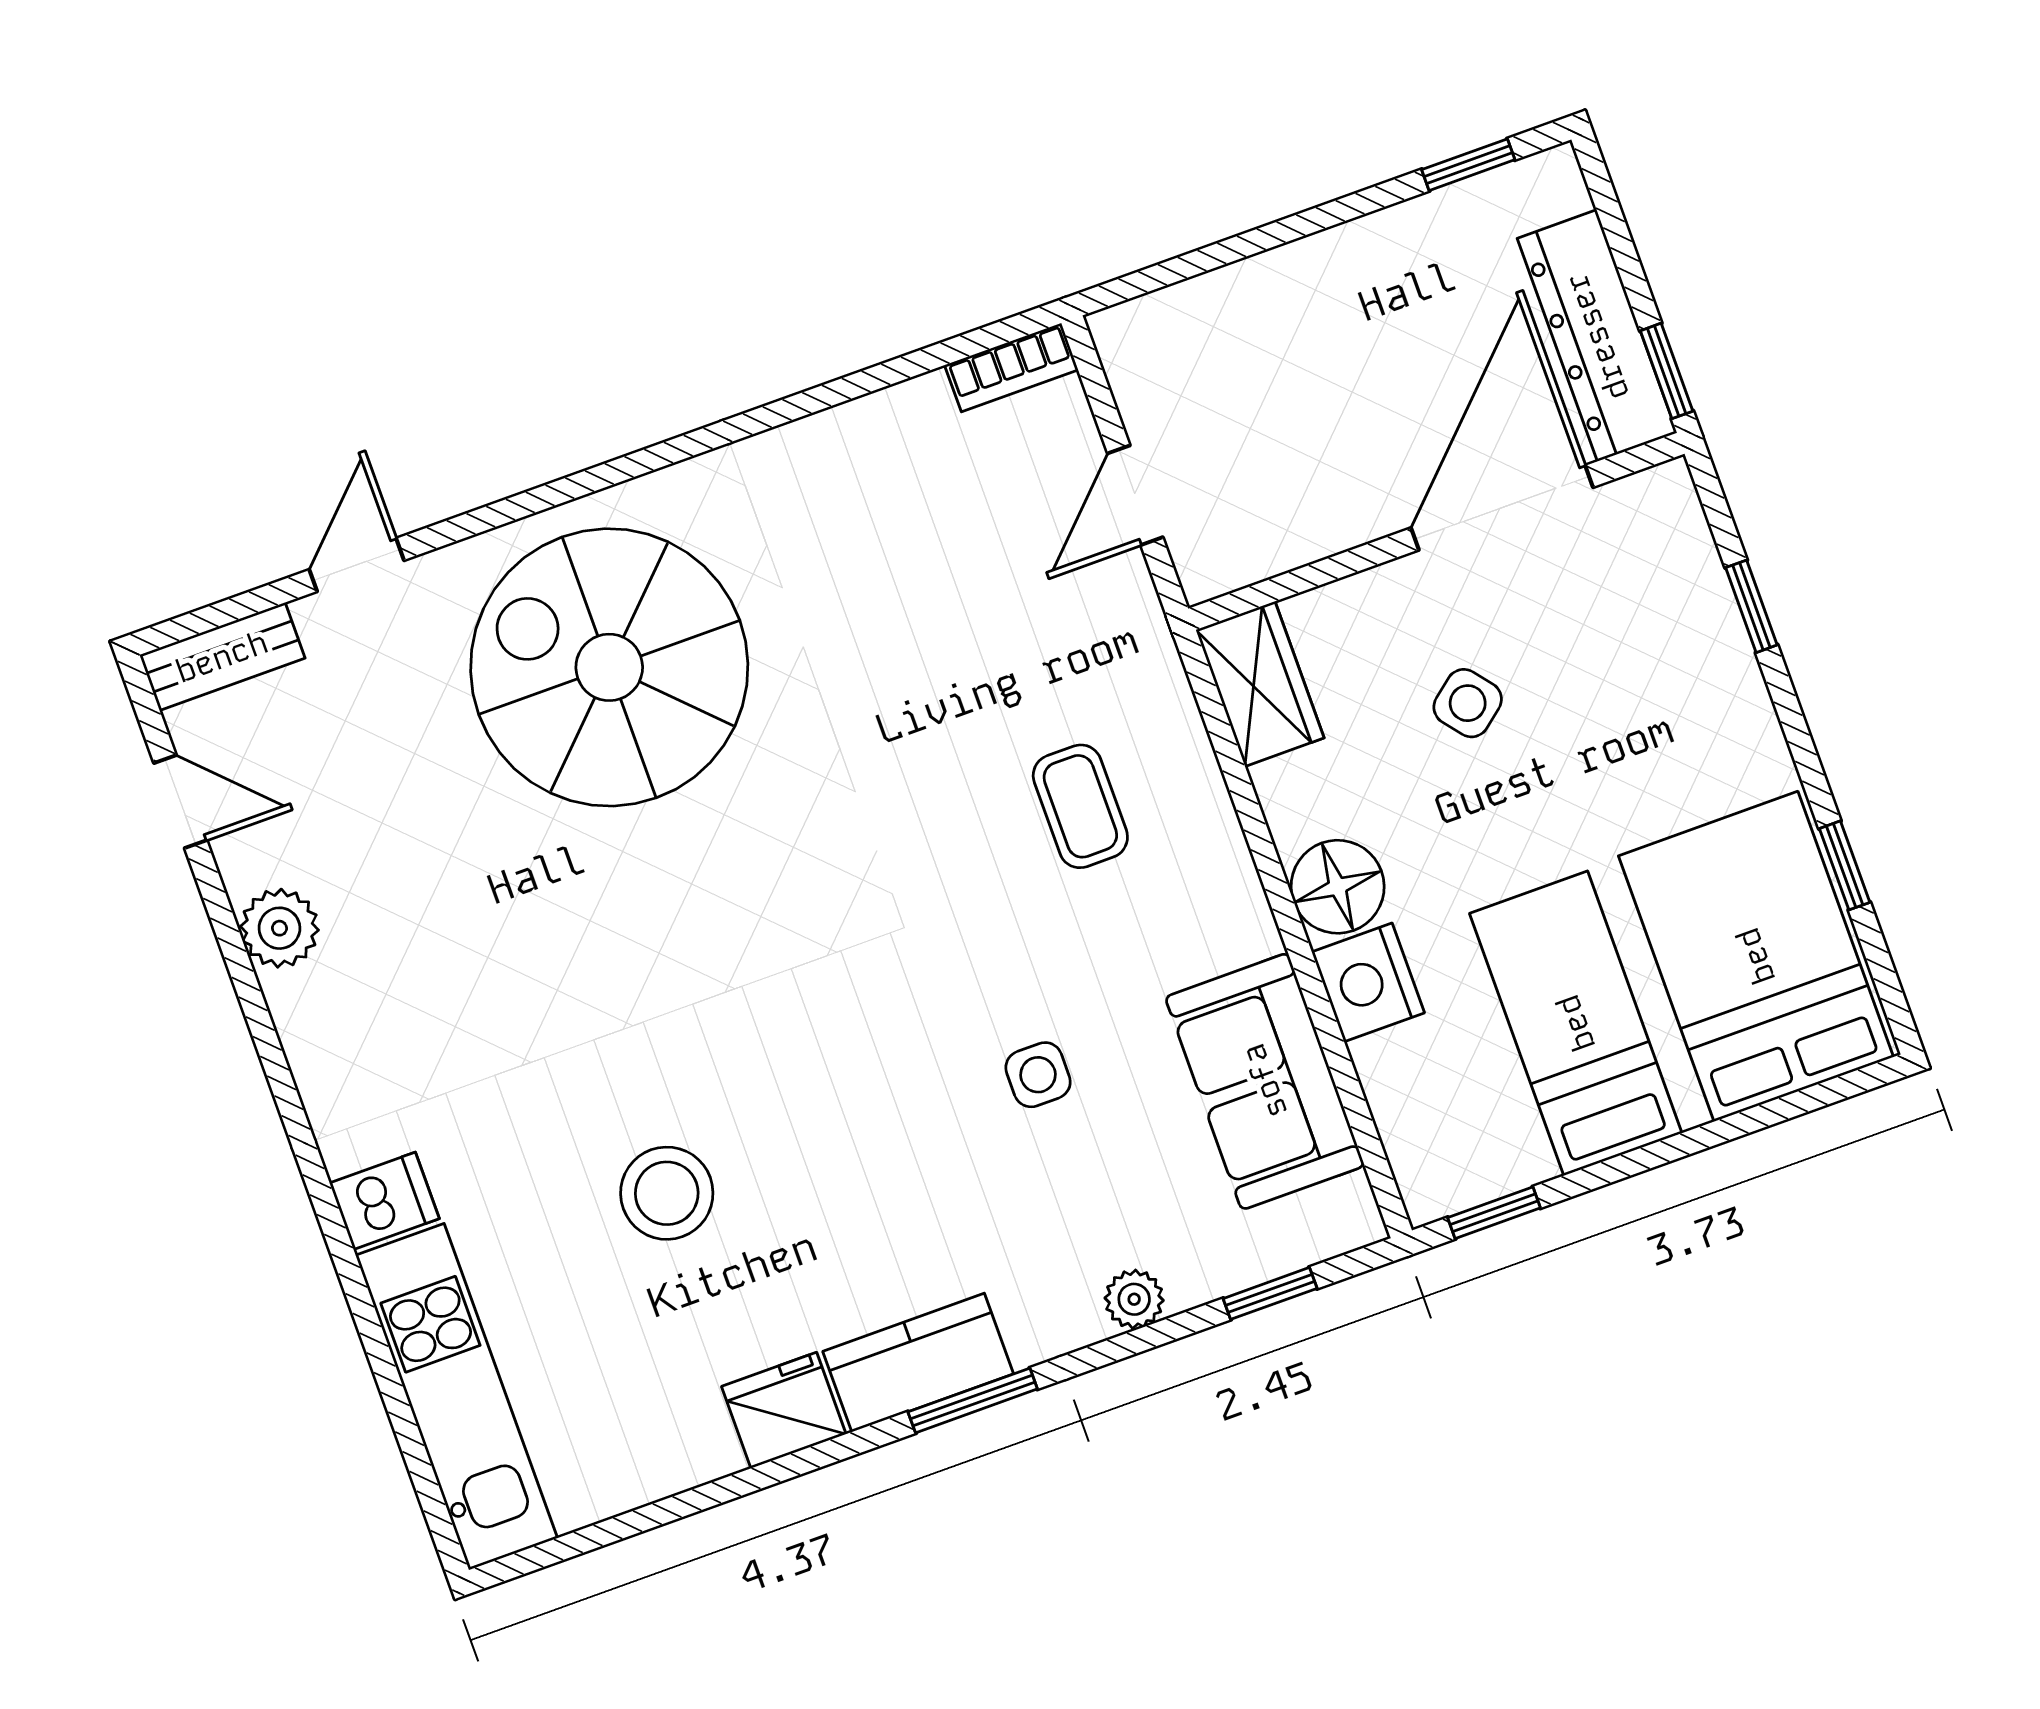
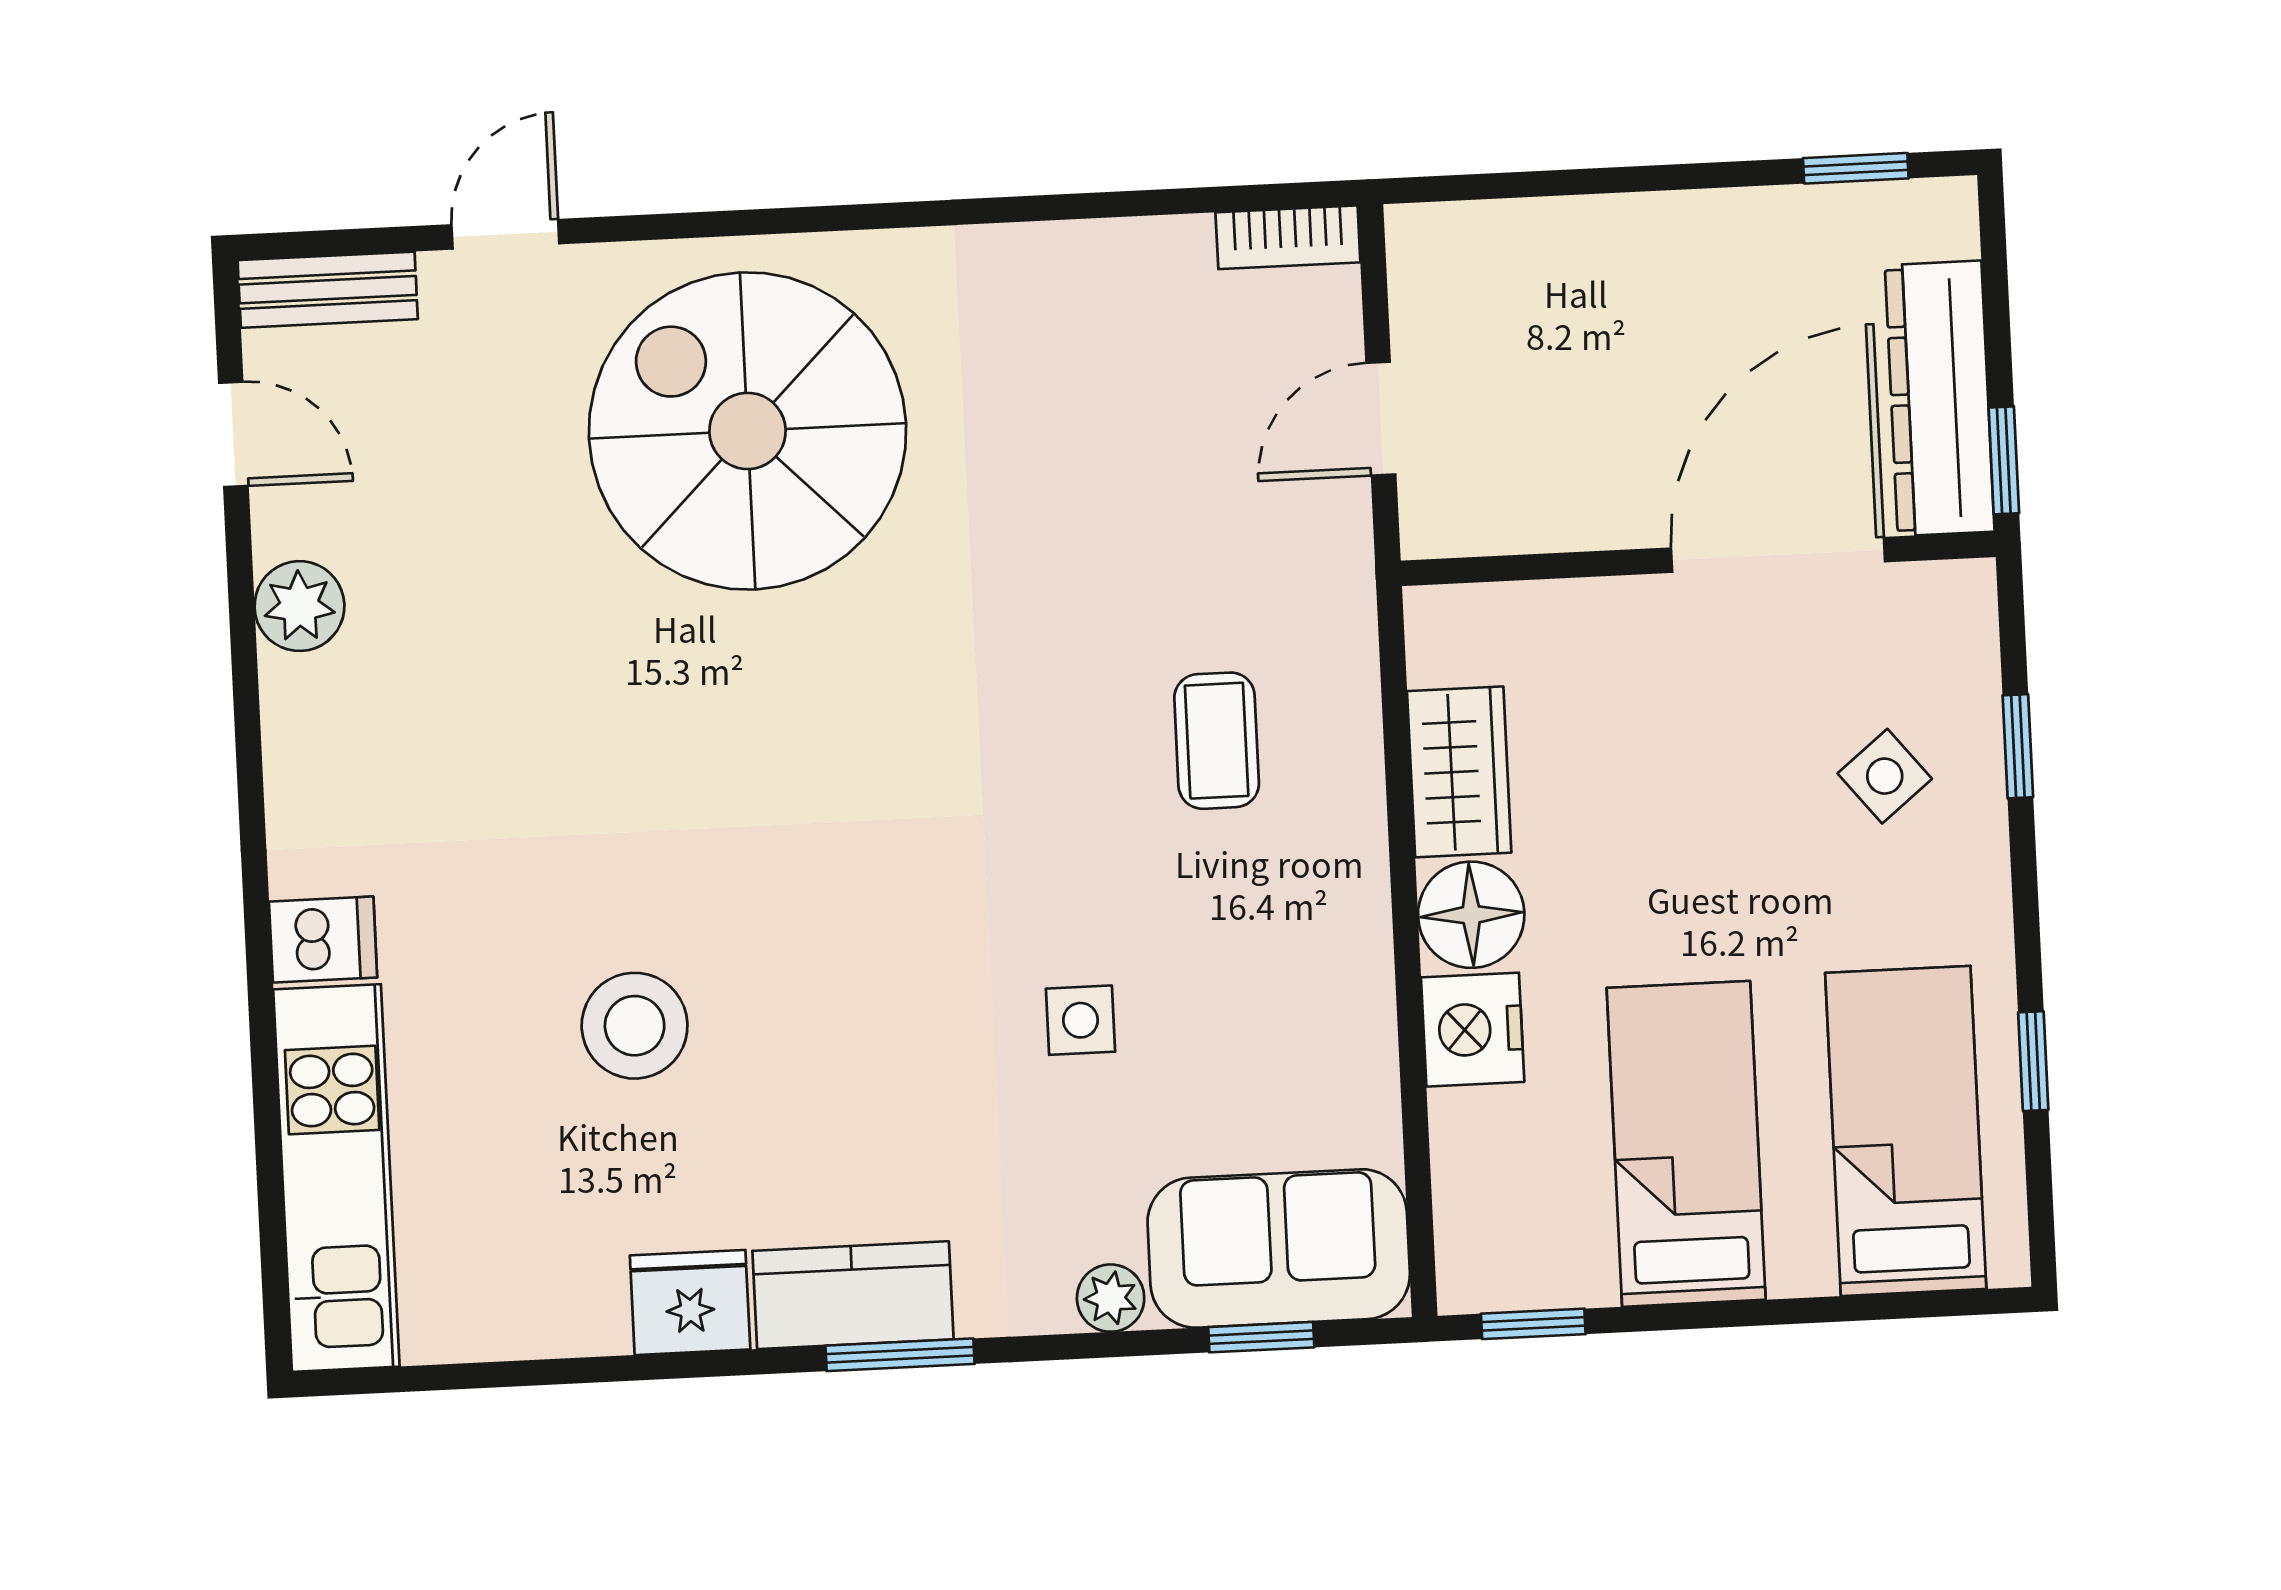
wardrobe: (1260, 684) -> (1459, 772), moved
side table: (1468, 703) -> (1885, 776), moved
bed: (1756, 956) -> (1906, 1131), width x0.67
sofa: (1265, 1081) -> (1279, 1248), moved, turned 90

